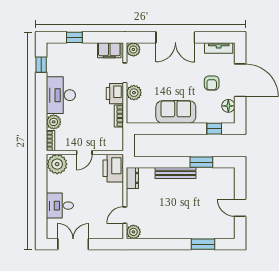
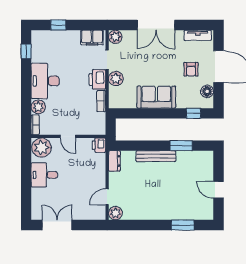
door: (84, 153) -> (68, 136), hinge flipped
printer: (113, 168) -> (99, 145), width x0.53, depth x0.68
desk: (60, 206) -> (44, 175), moved

